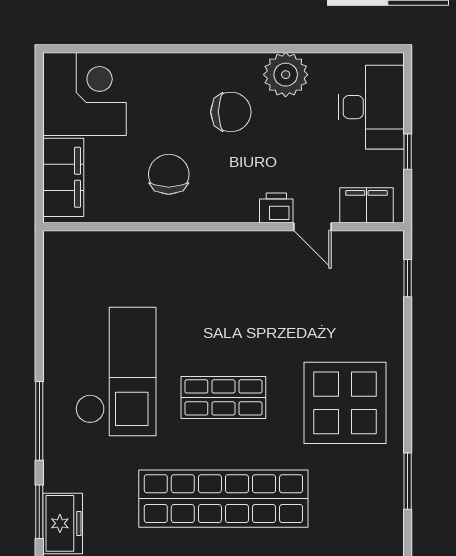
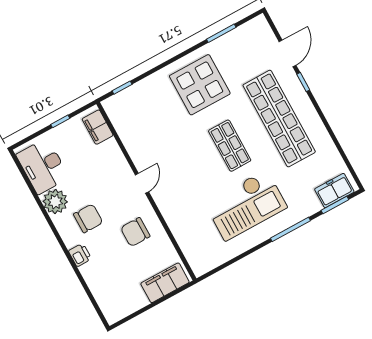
corner desk: (85, 94) -> (119, 295), removed
desk: (371, 107) -> (43, 166), moved, turned -90
chair: (231, 112) -> (88, 218), turned 90
printer: (276, 208) -> (80, 255), moved, turned 180
door: (312, 227) -> (142, 183), moved
checkout: (116, 372) -> (246, 205), turned 180

